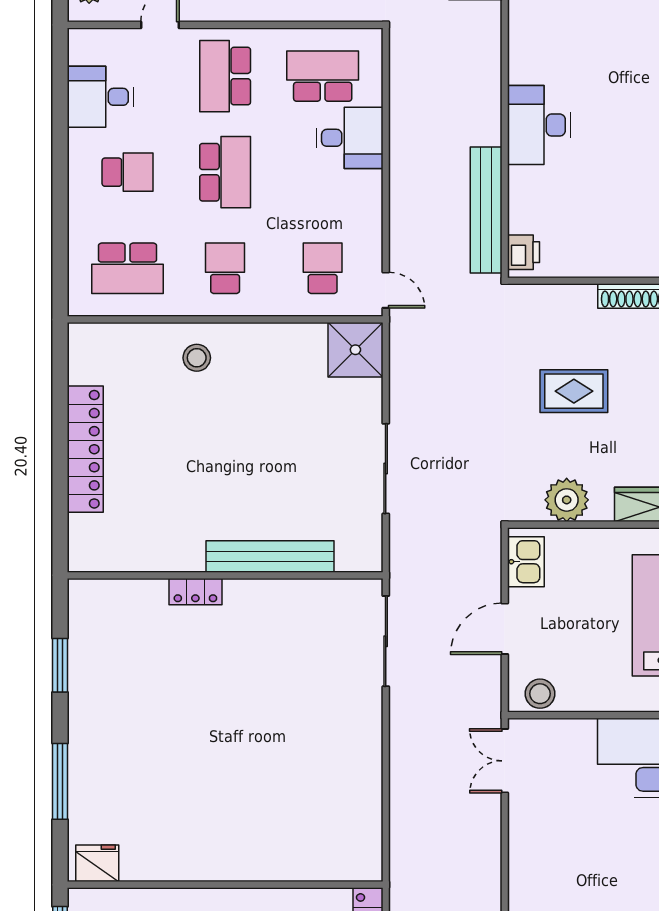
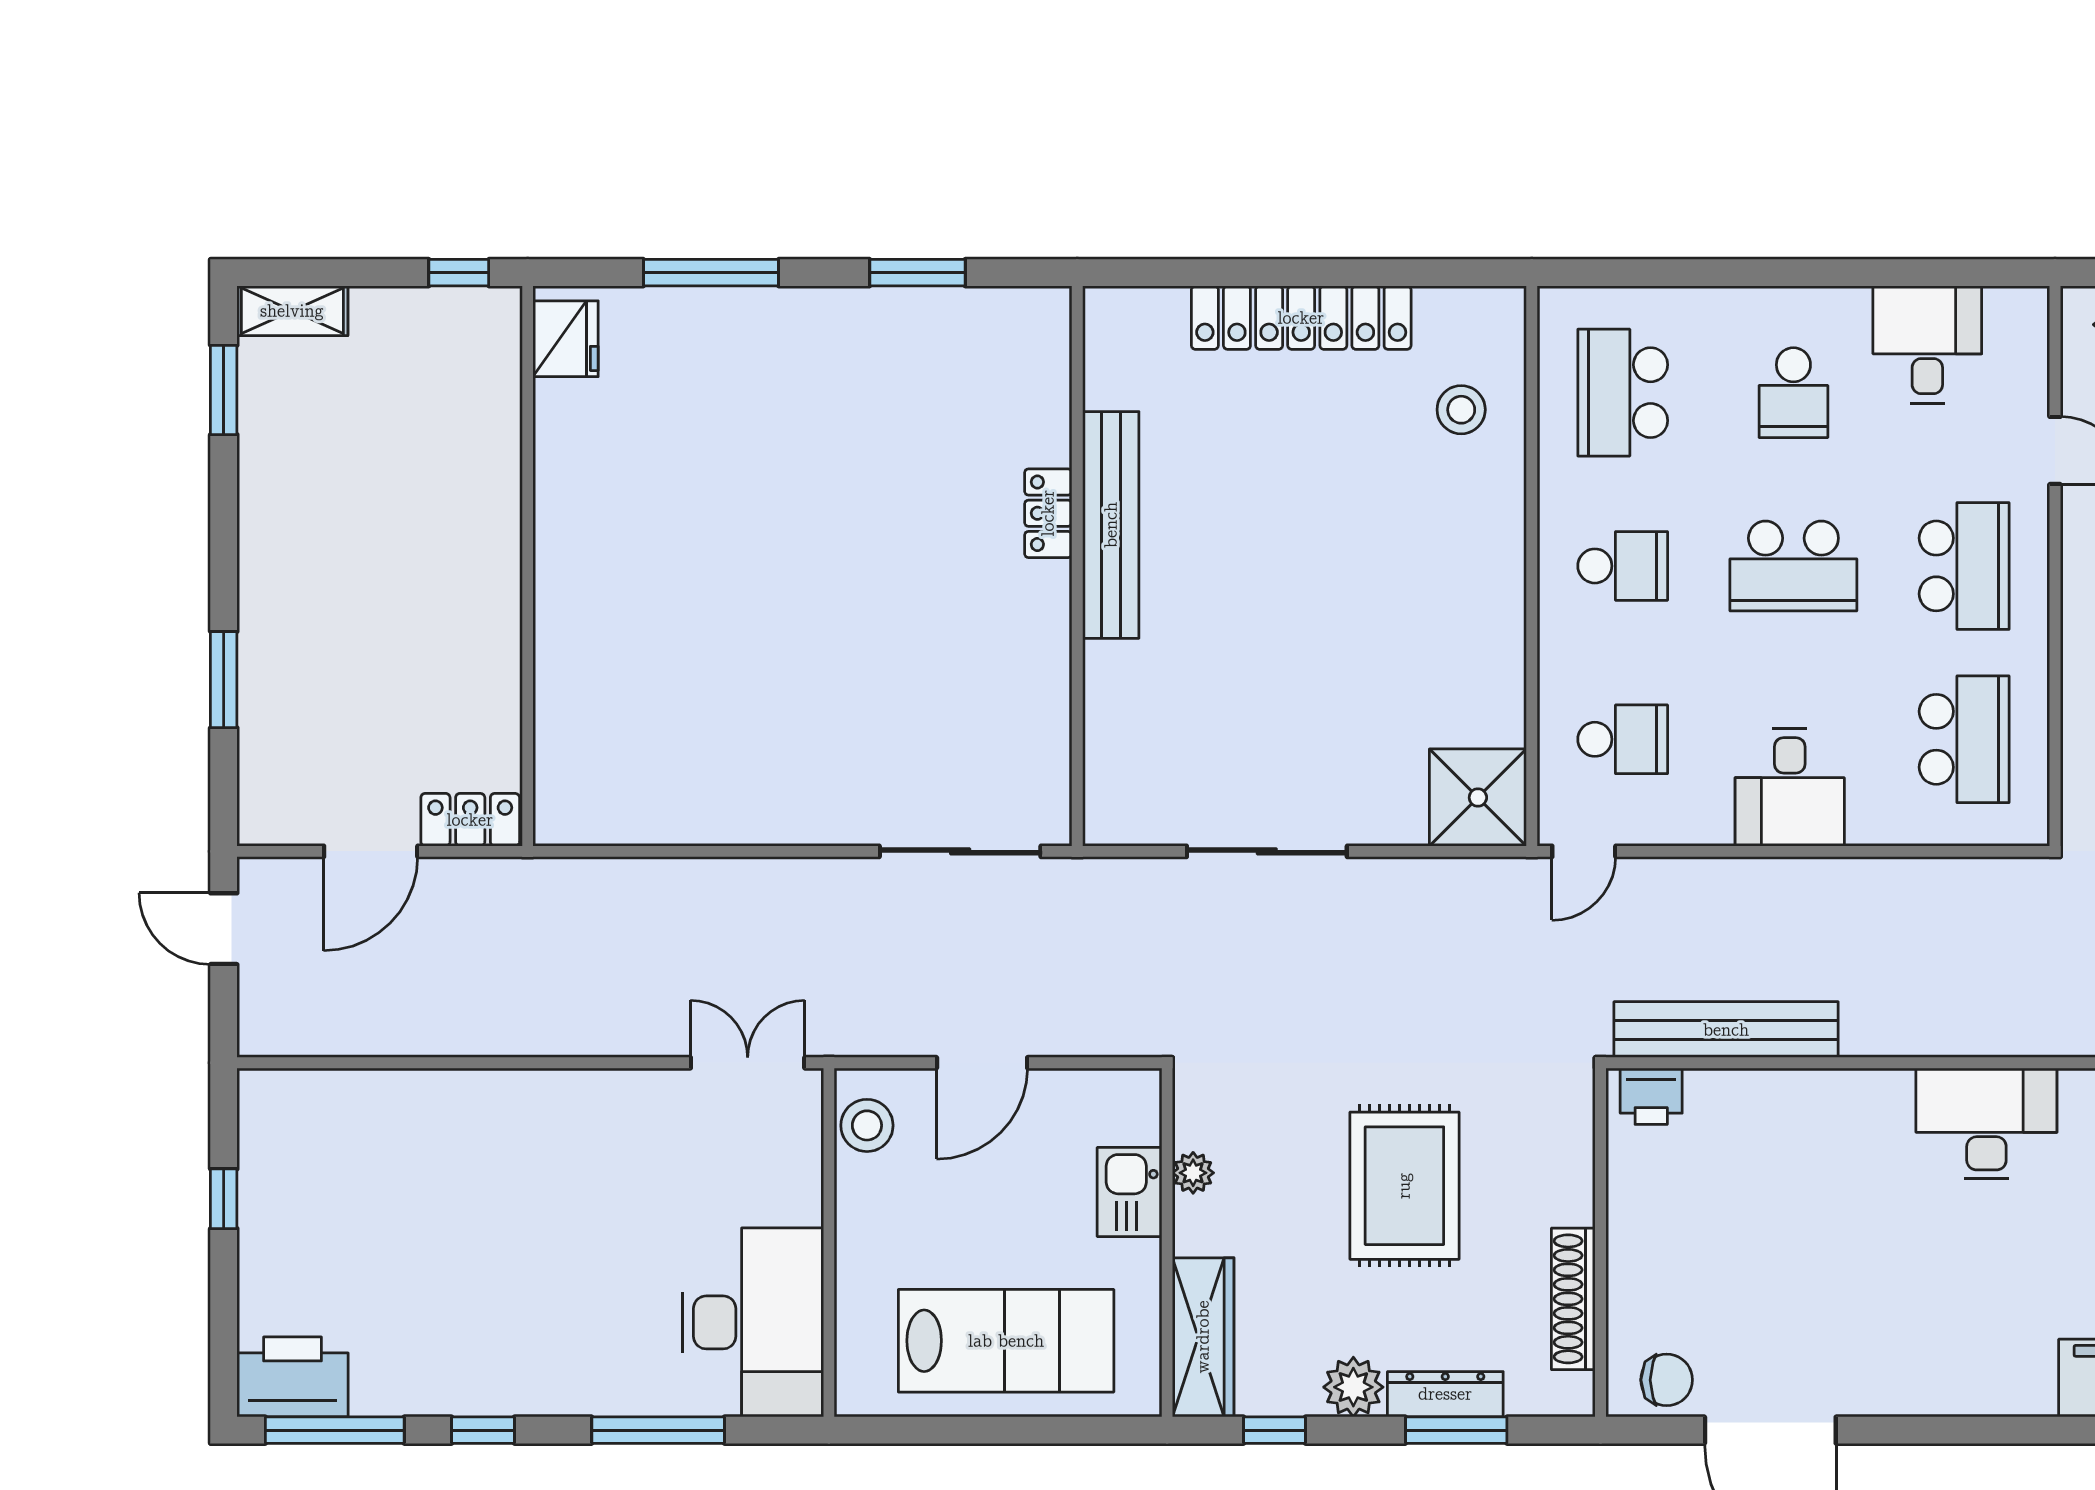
school desk: (225, 76) -> (1964, 566), turned 90
desk: (539, 125) -> (1986, 1123), moved
desk: (350, 138) -> (1790, 787), moved
stool: (197, 358) -> (1461, 410), moved
rug: (574, 391) -> (1404, 1186), width x1.36, depth x1.43
plant: (567, 500) -> (1193, 1173), width x0.53, depth x0.53
bench: (270, 556) -> (1111, 525), moved
kitchen sink: (526, 562) -> (1129, 1192), moved, turned 90
door: (505, 629) -> (982, 1063), swing flipped

